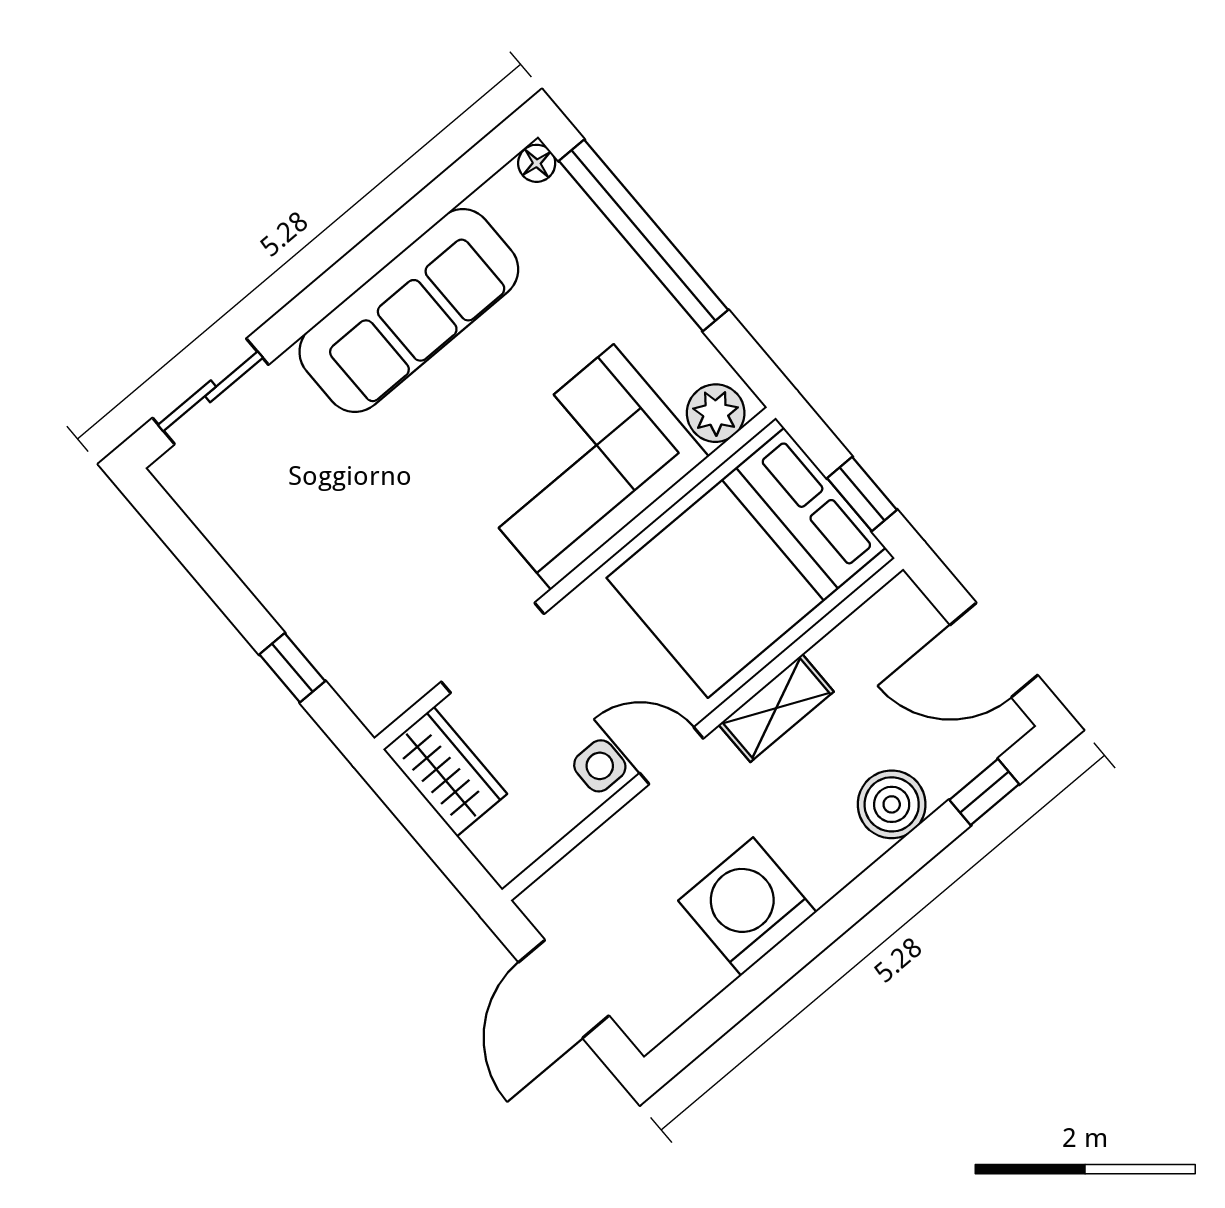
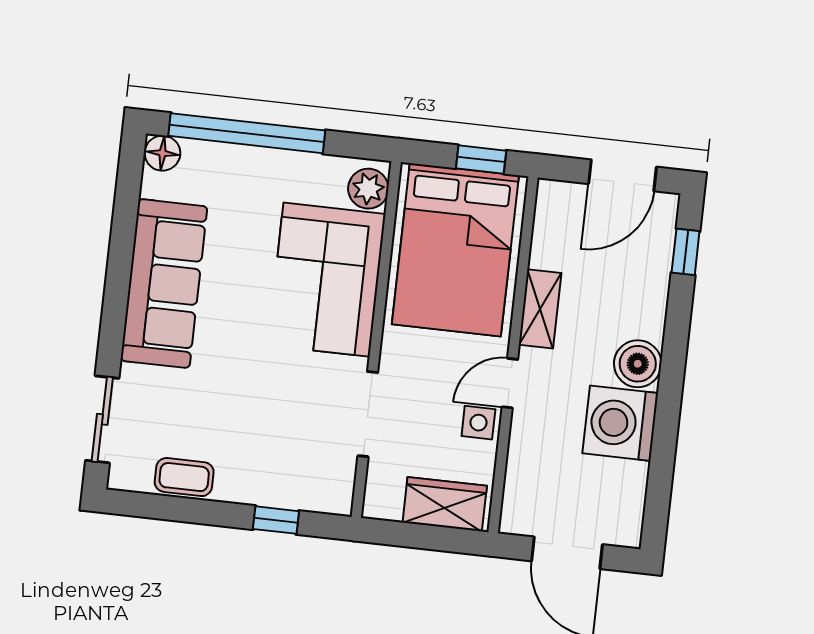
floor lamp: (537, 163) -> (162, 153), width x1.37, depth x1.37
coffee table: (239, 532) -> (184, 477), added
wardrobe: (445, 772) -> (445, 504), moved
boiler: (892, 804) -> (638, 364), moved

